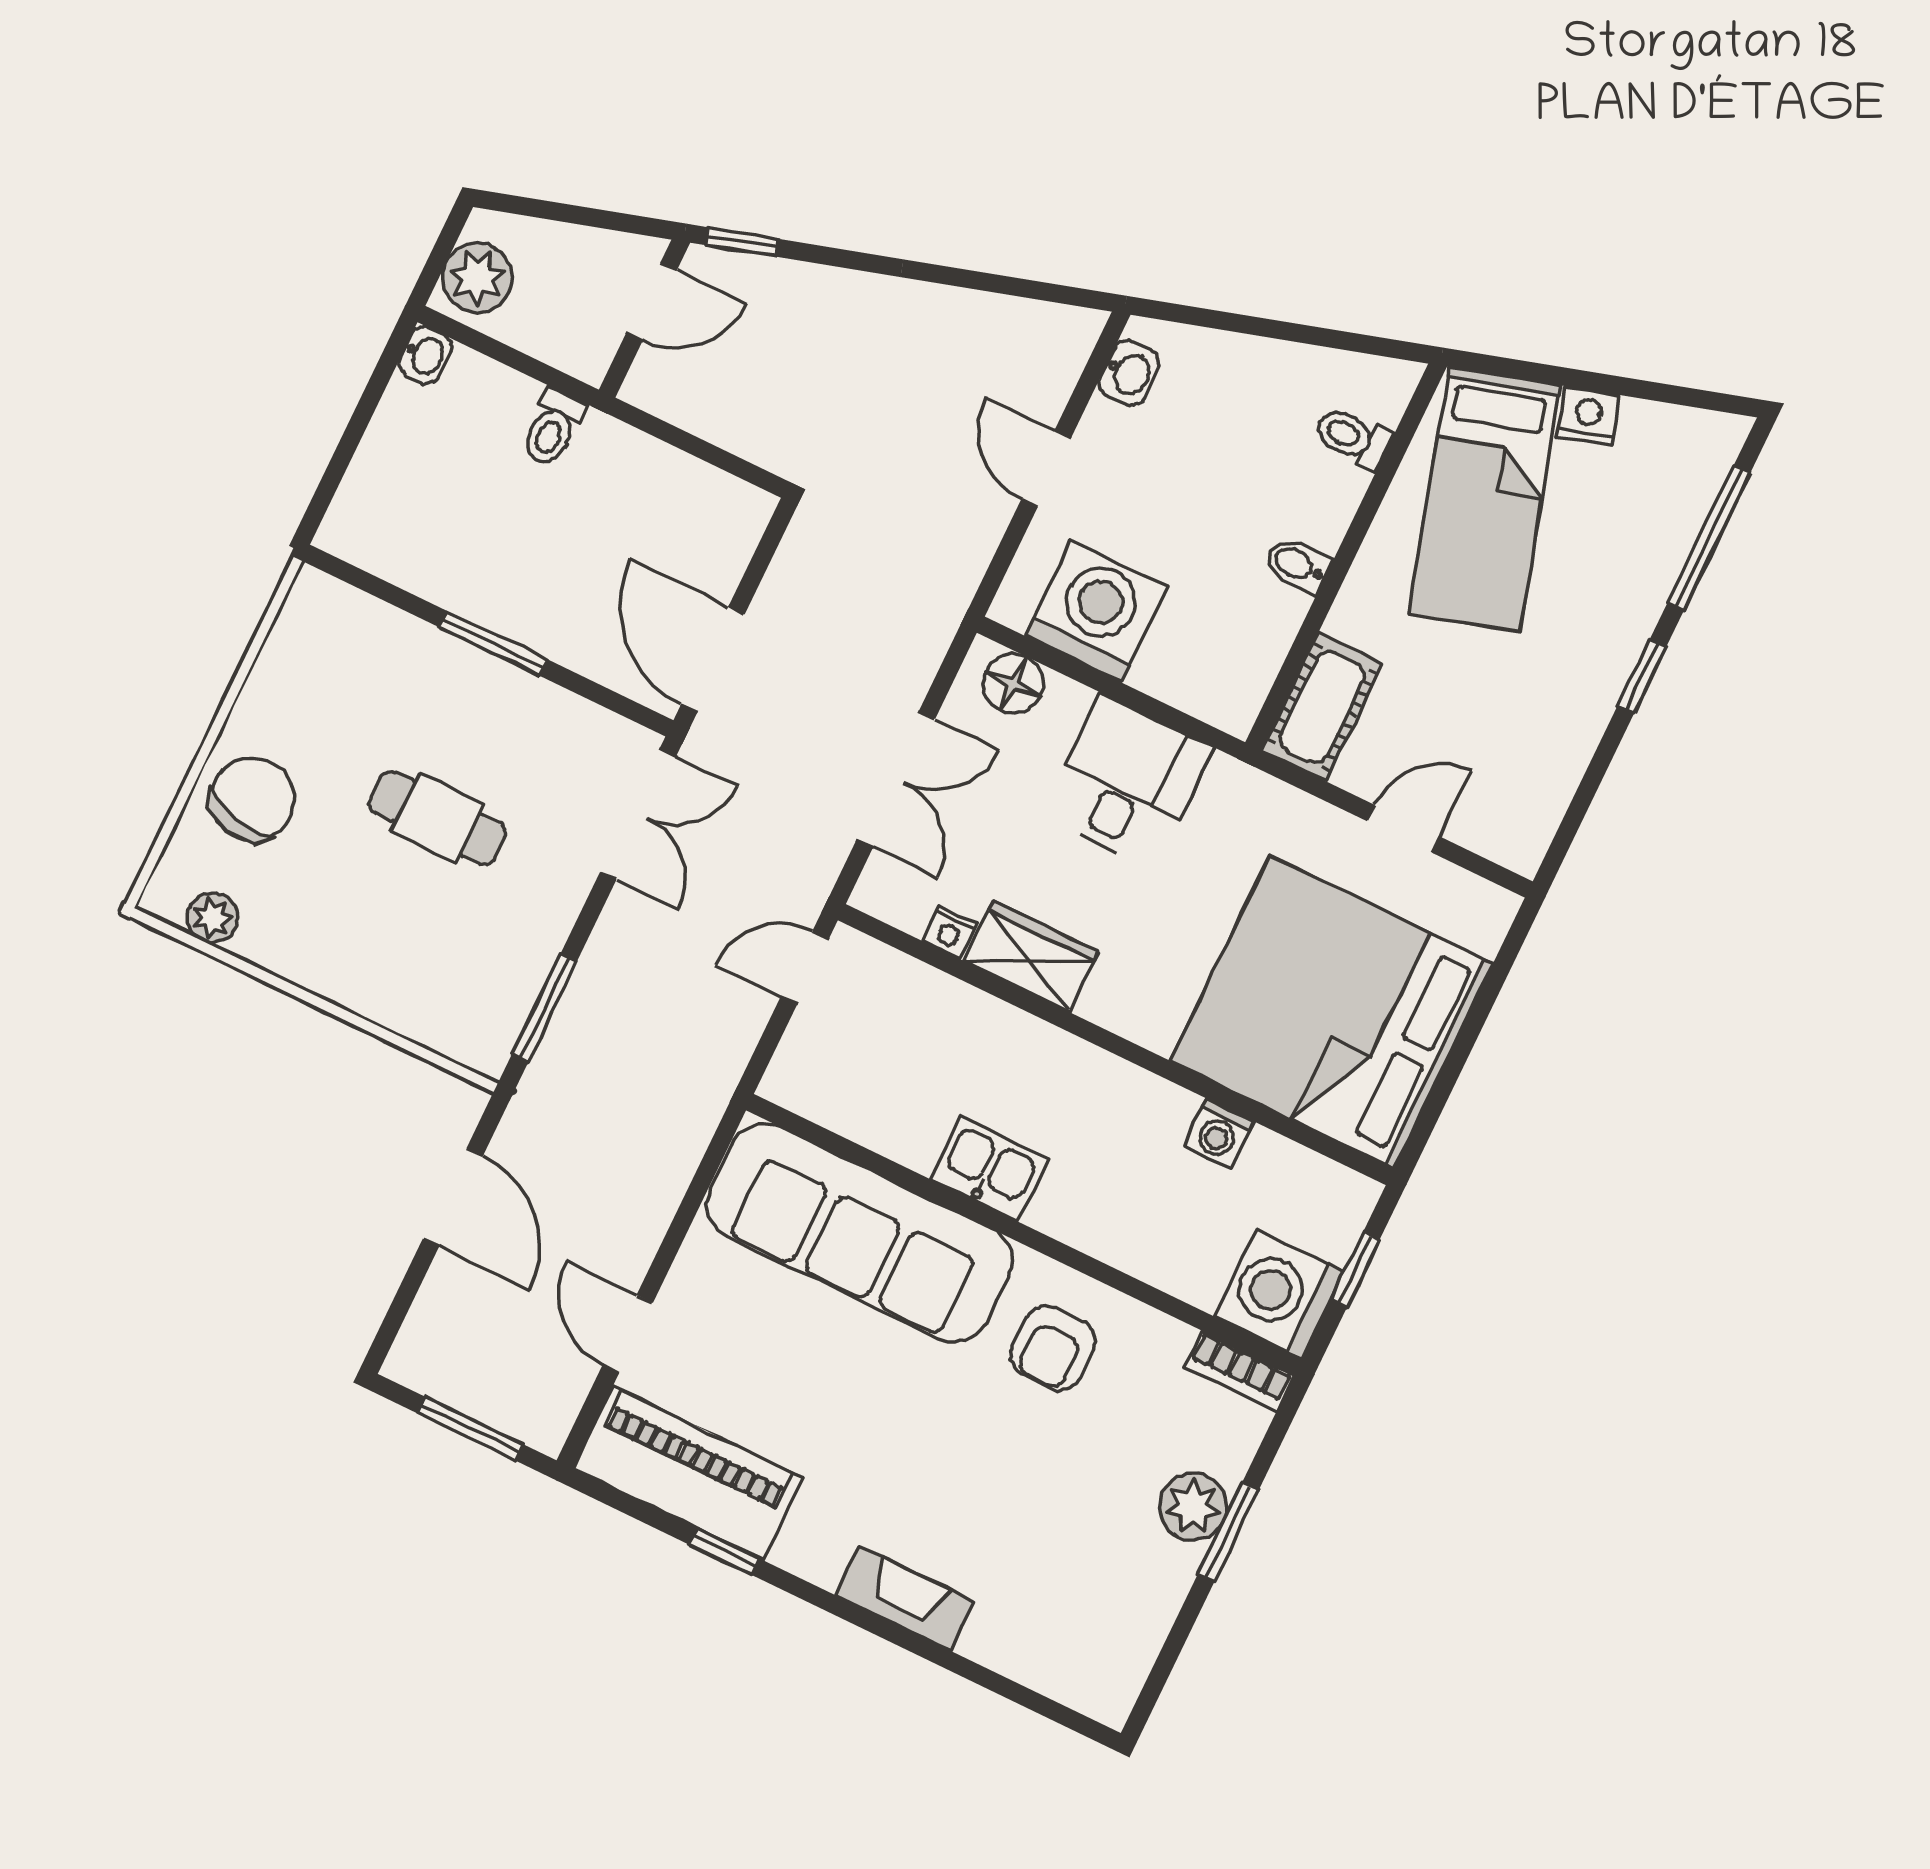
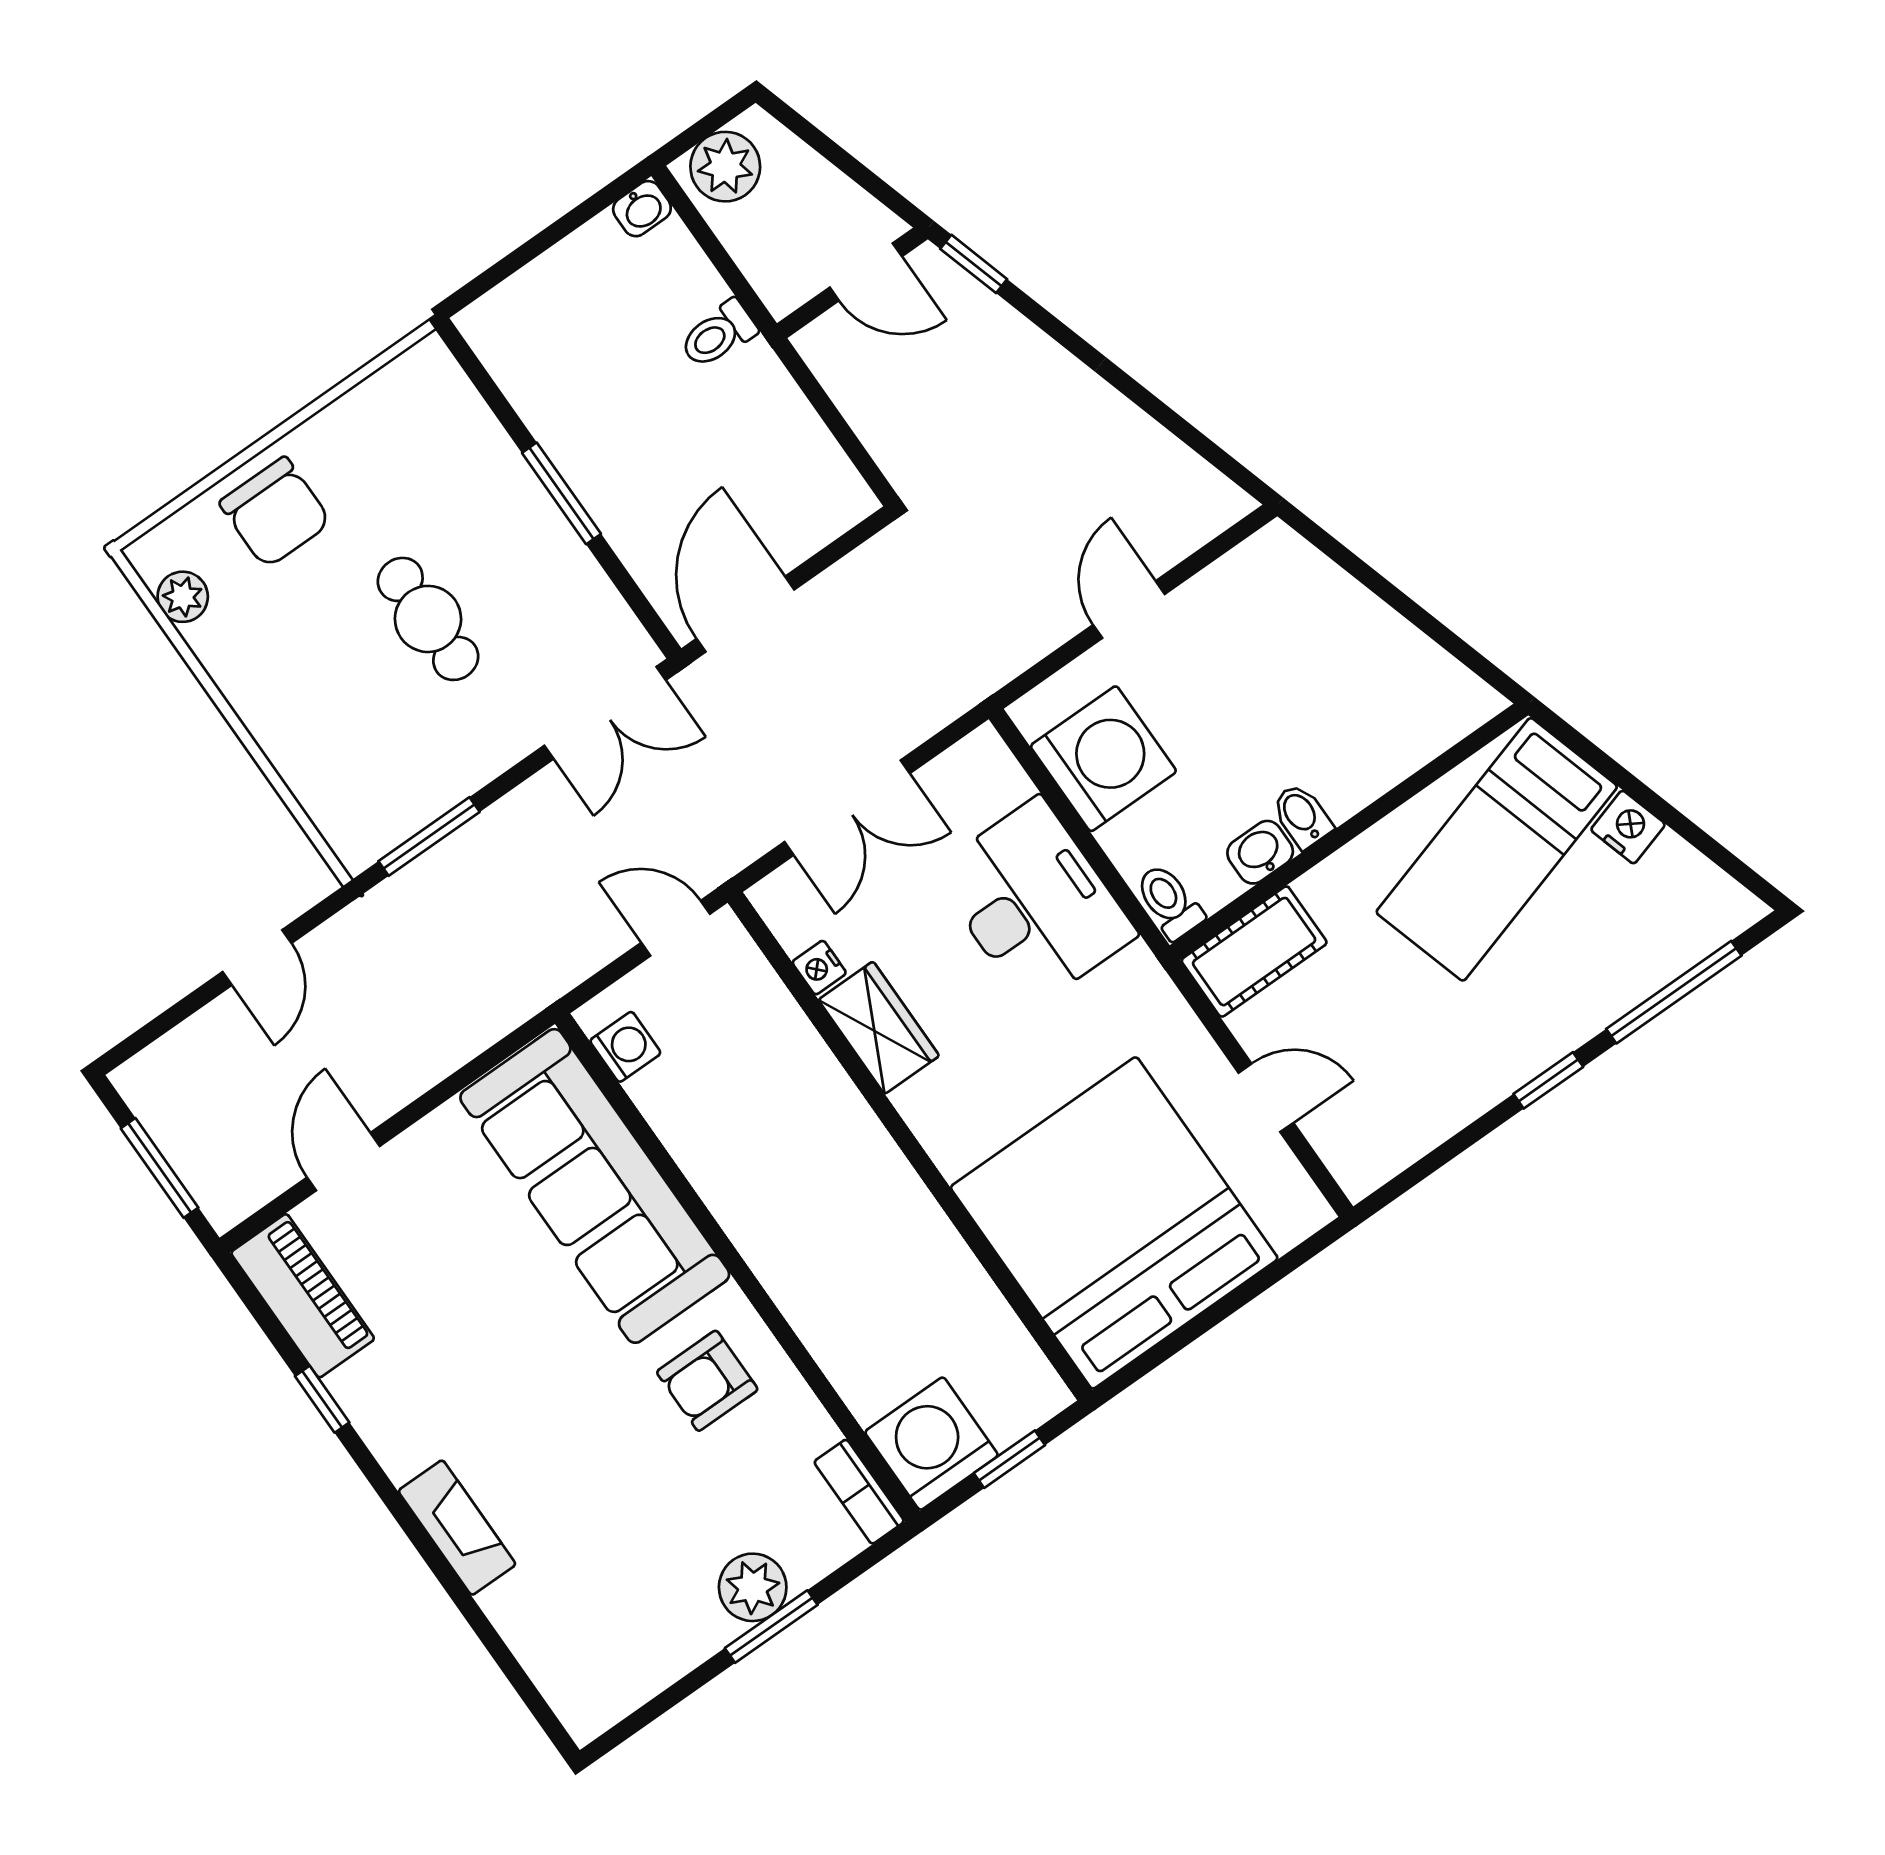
washbasin: (1129, 373) -> (1260, 852), moved, turned 180
toilet: (1352, 438) -> (1169, 902), moved
floor lamp: (1013, 684) -> (996, 781), removed
desk: (1128, 782) -> (1034, 903), width x1.37
chair: (252, 799) -> (275, 512), turned 77
washing machine: (1219, 1133) -> (625, 1047), moved, turned 180
kitchen sink: (989, 1169) -> (739, 1193), removed
door: (453, 1197) -> (257, 957), width x0.73
piano: (688, 1473) -> (303, 1296), width x0.73, depth x0.75

